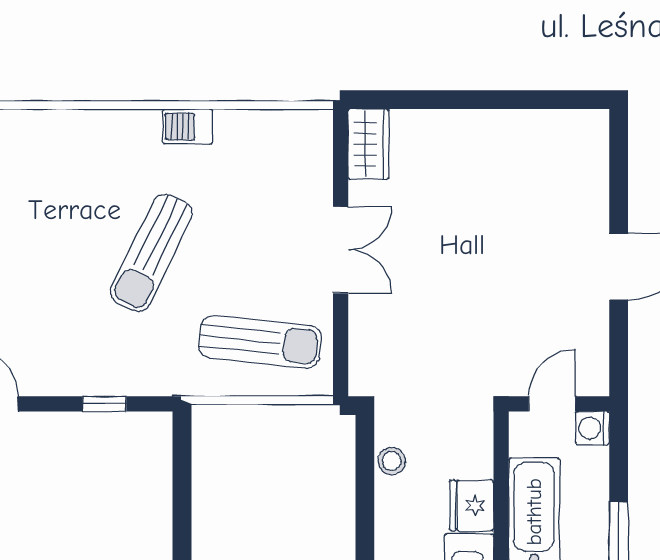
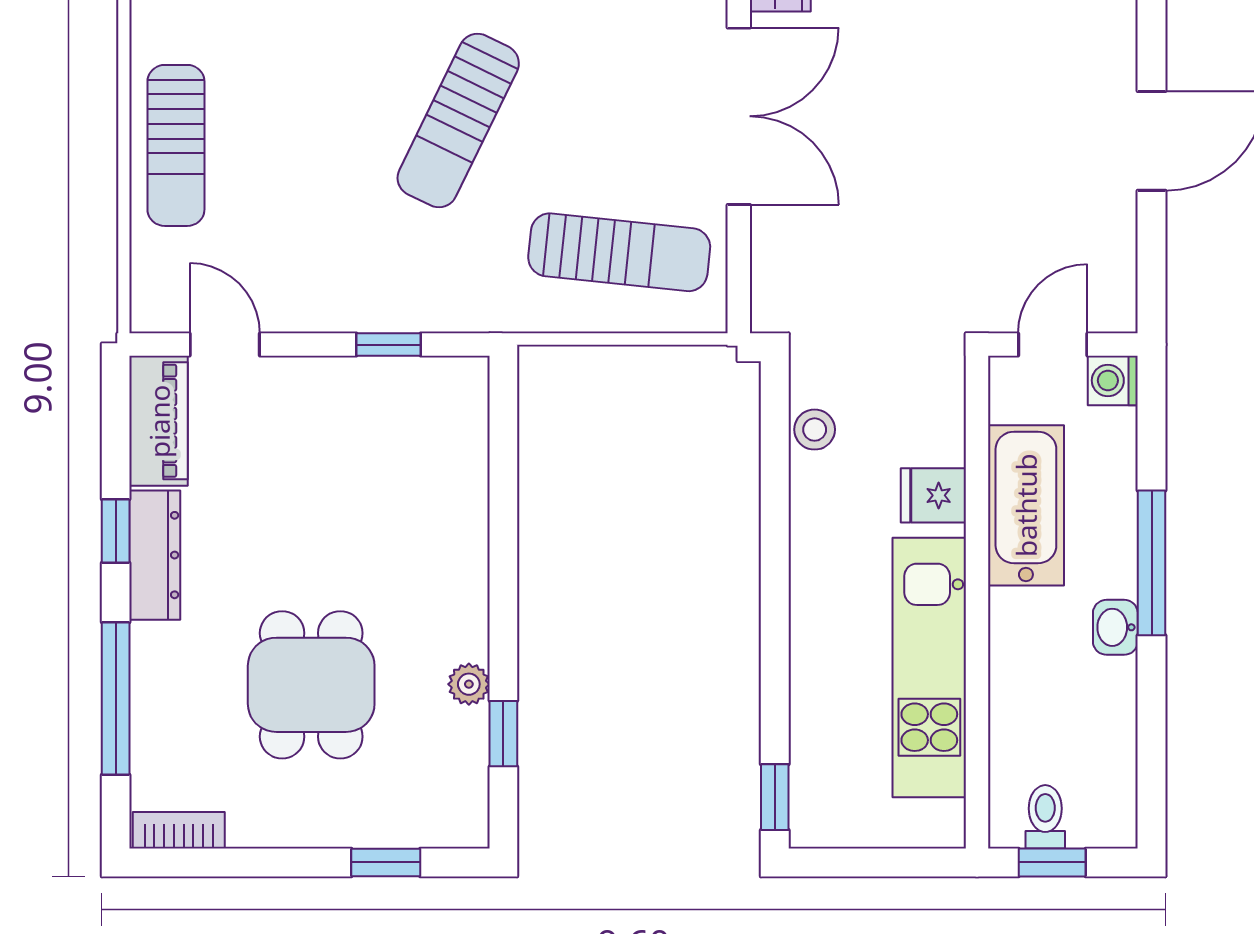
double door: (341, 250) -> (739, 116), width x1.37
fridge: (472, 505) -> (933, 495), width x0.72

